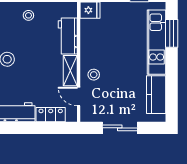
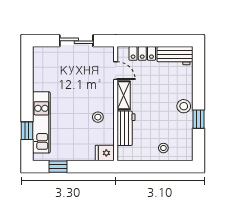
window: (172, 33) -> (27, 131), width x0.67
stool: (94, 75) -> (98, 117), moved
kitchen counter: (156, 95) -> (42, 72), removed

